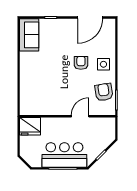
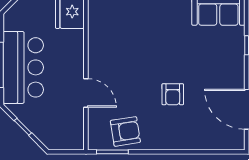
armchair: (81, 63) -> (173, 94), turned 90
side table: (103, 64) -> (171, 131), removed

